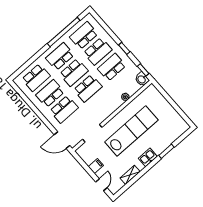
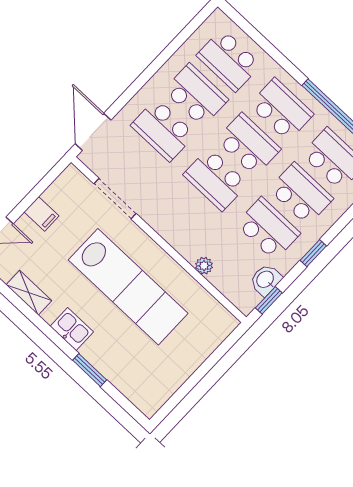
school desk: (98, 51) -> (301, 194), turned 180
school desk: (74, 72) -> (248, 144), turned 180
washbasin: (142, 79) -> (266, 280), moved

